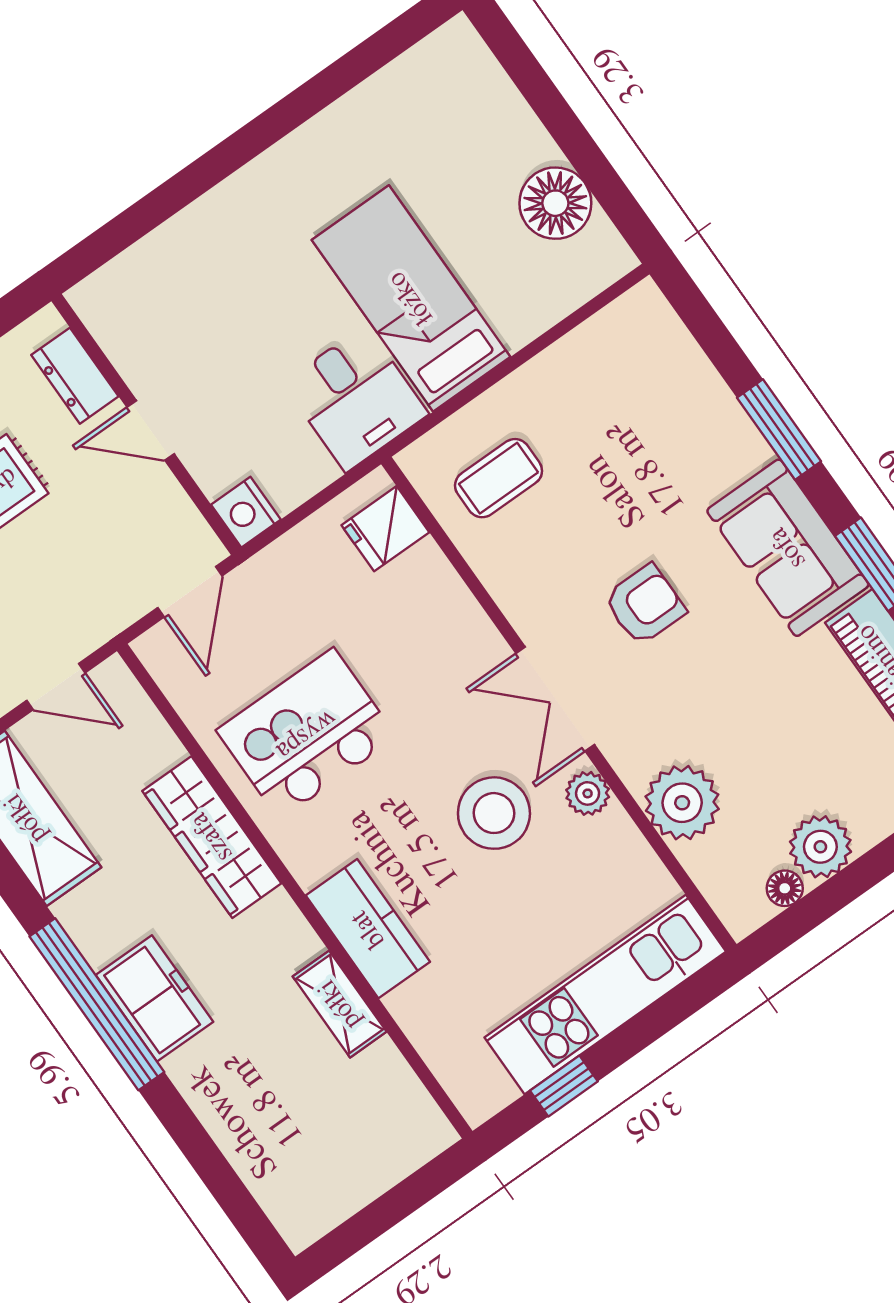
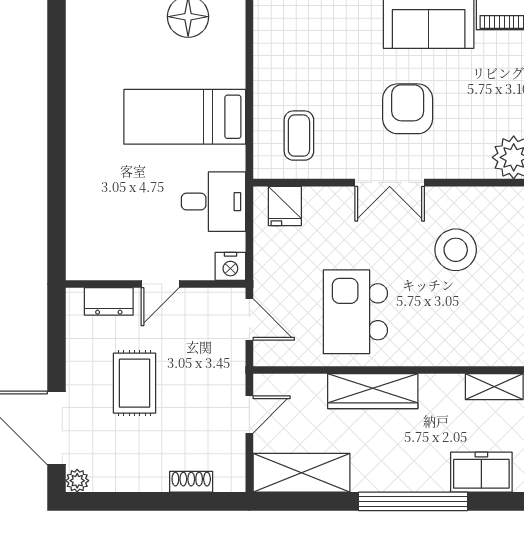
desk: (356, 399) -> (214, 202), moved
armchair: (645, 605) -> (408, 109), width x1.38, depth x1.38
double door: (555, 699) -> (390, 183), moved
plant: (588, 793) -> (478, 199), removed
kitchen counter: (368, 929) -> (468, 348), removed
freezer: (154, 998) -> (481, 472), moved

